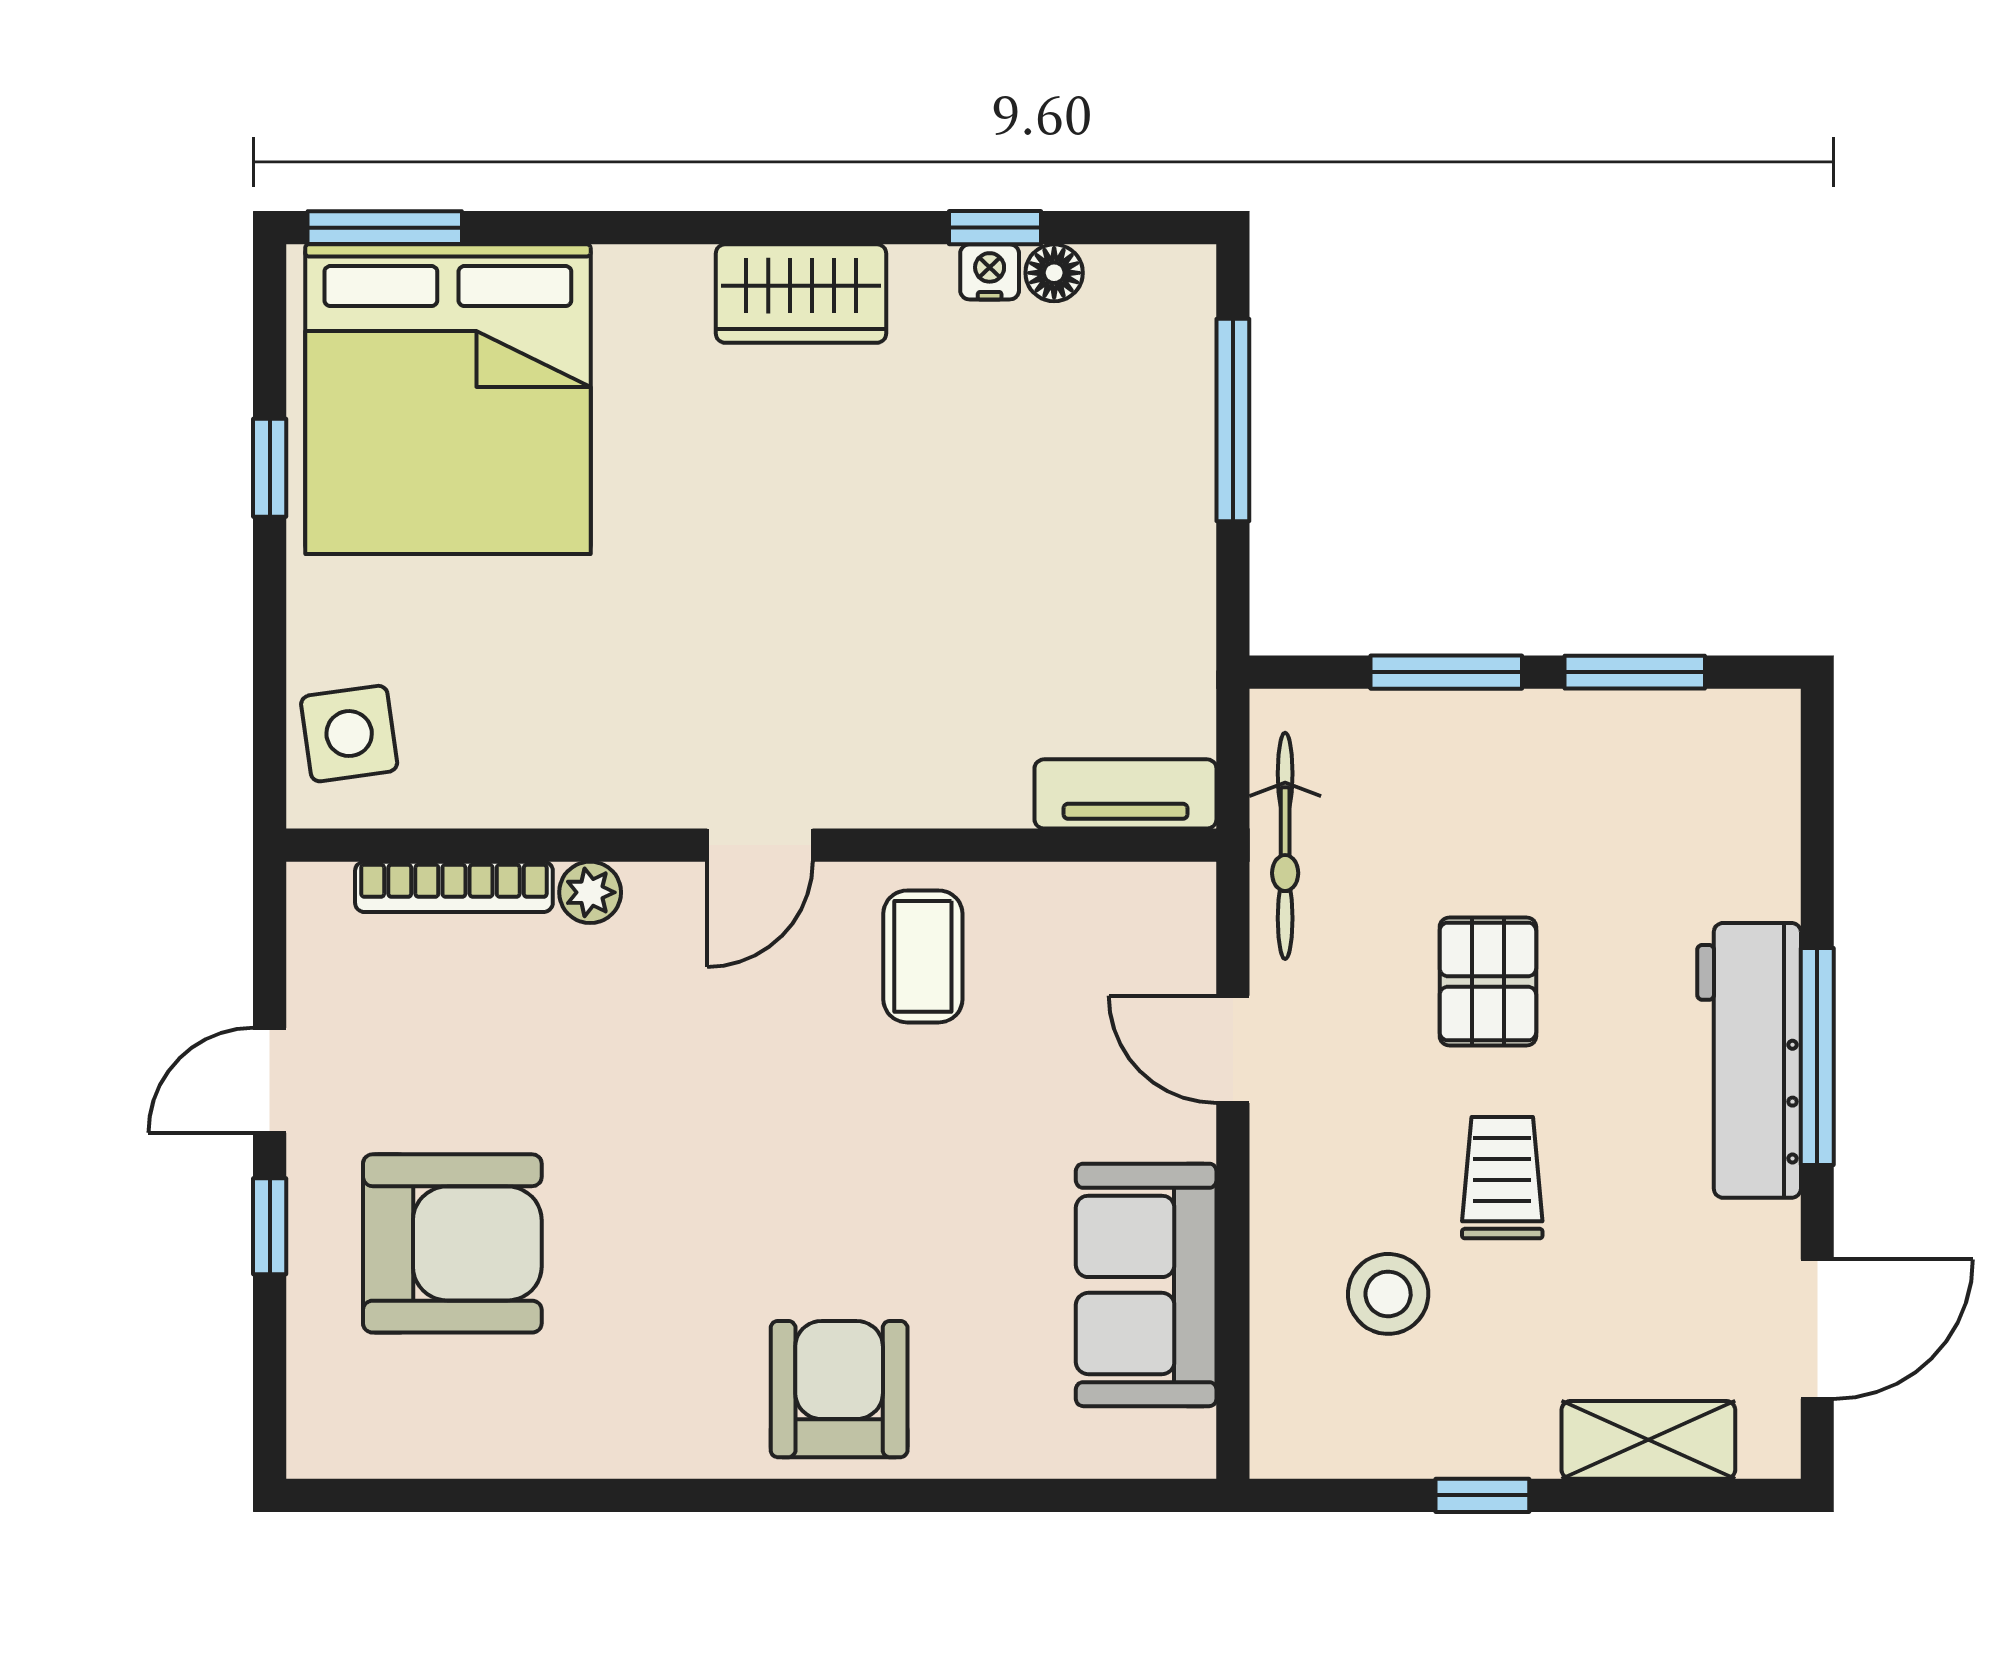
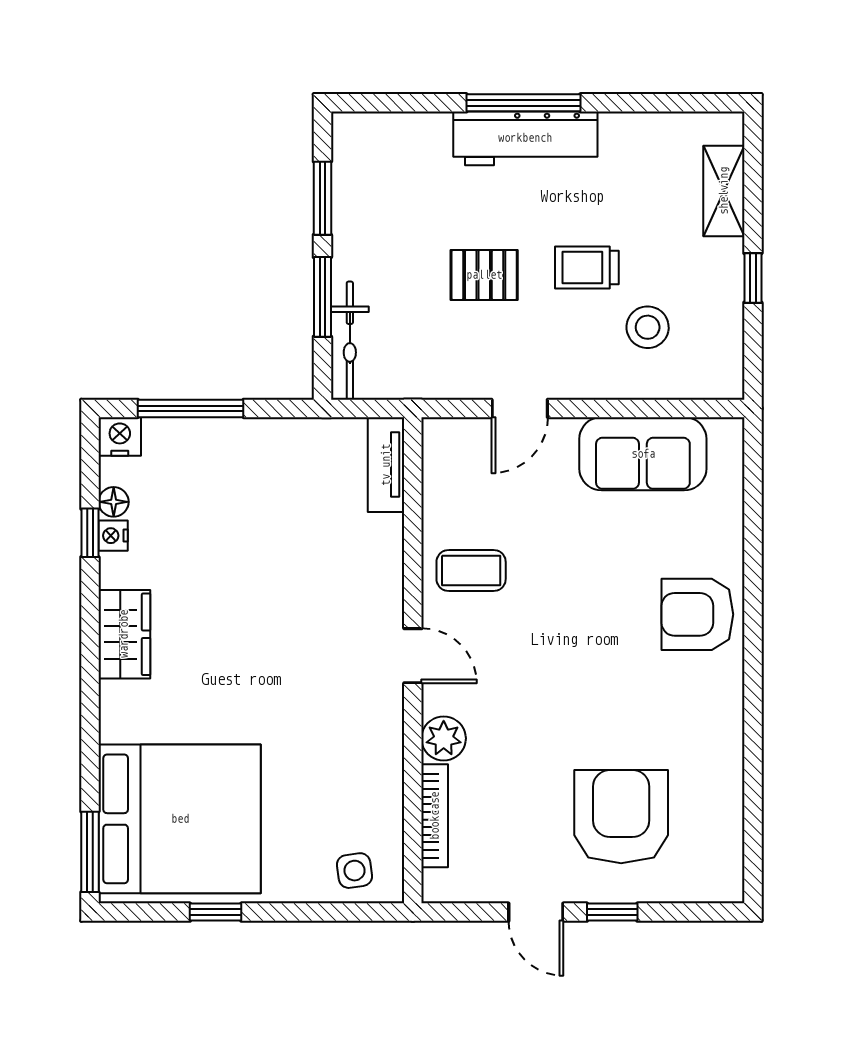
nightstand: (1179, 285) -> (120, 437), added
side table: (349, 734) -> (355, 871), width x0.73, depth x0.73
bicycle: (1285, 846) -> (350, 341), moved, turned 90
plant: (590, 892) -> (444, 738), width x1.38, depth x1.38
door: (1817, 1329) -> (666, 103), removed

